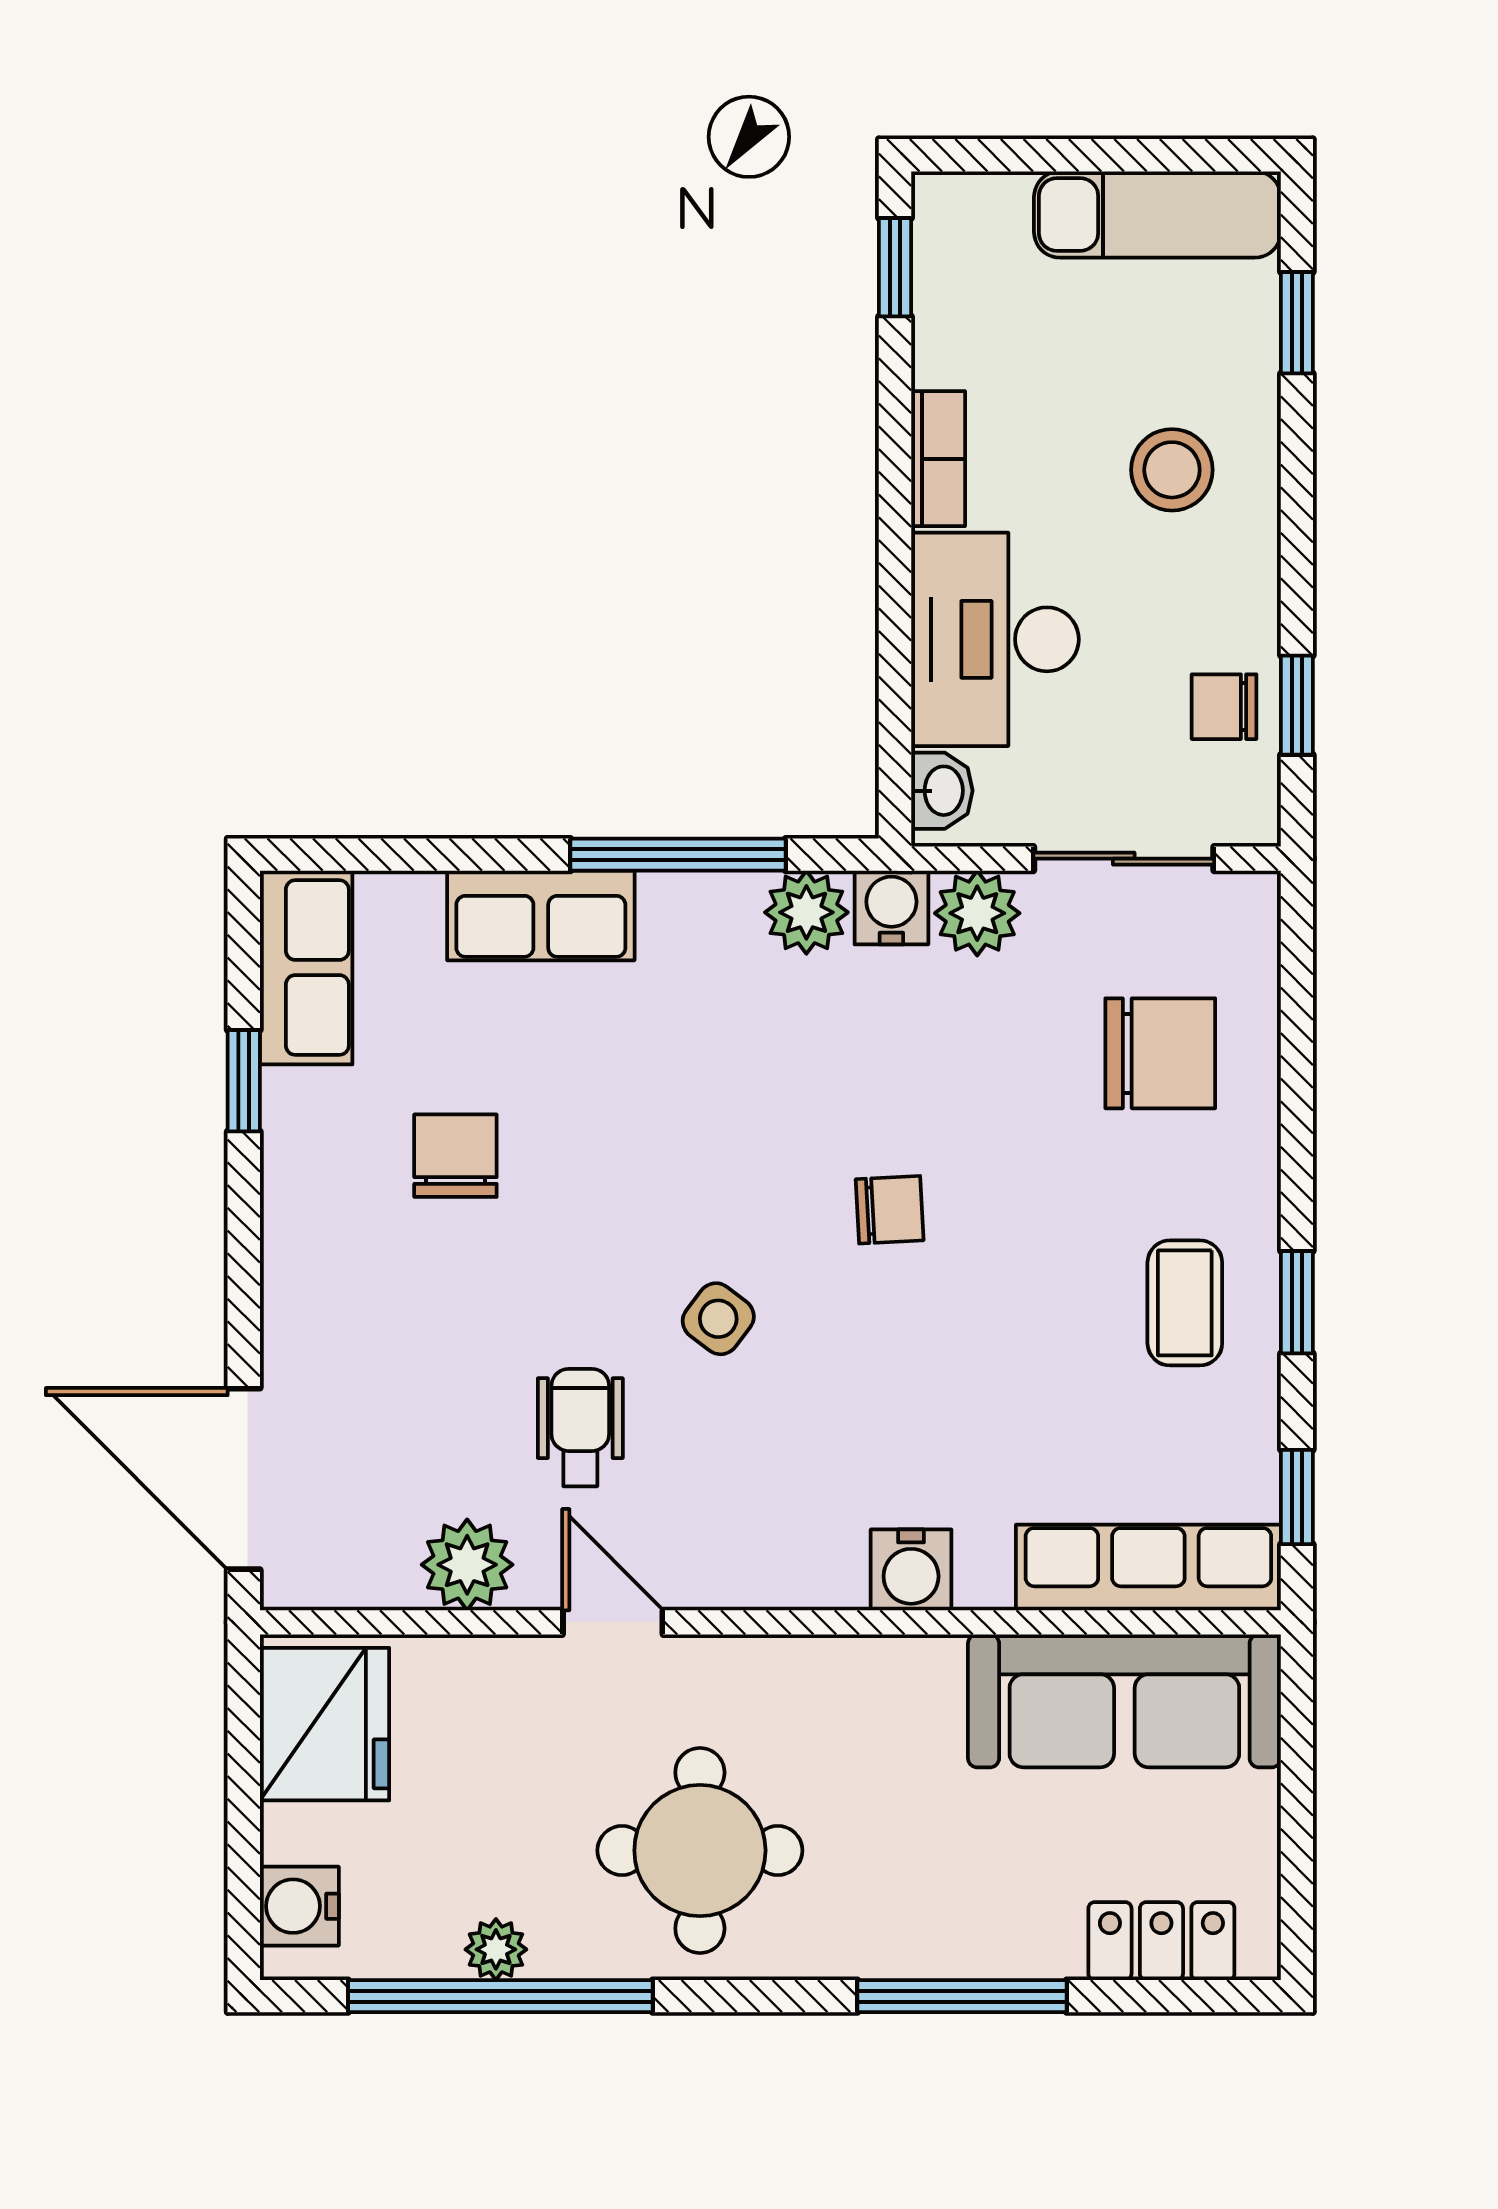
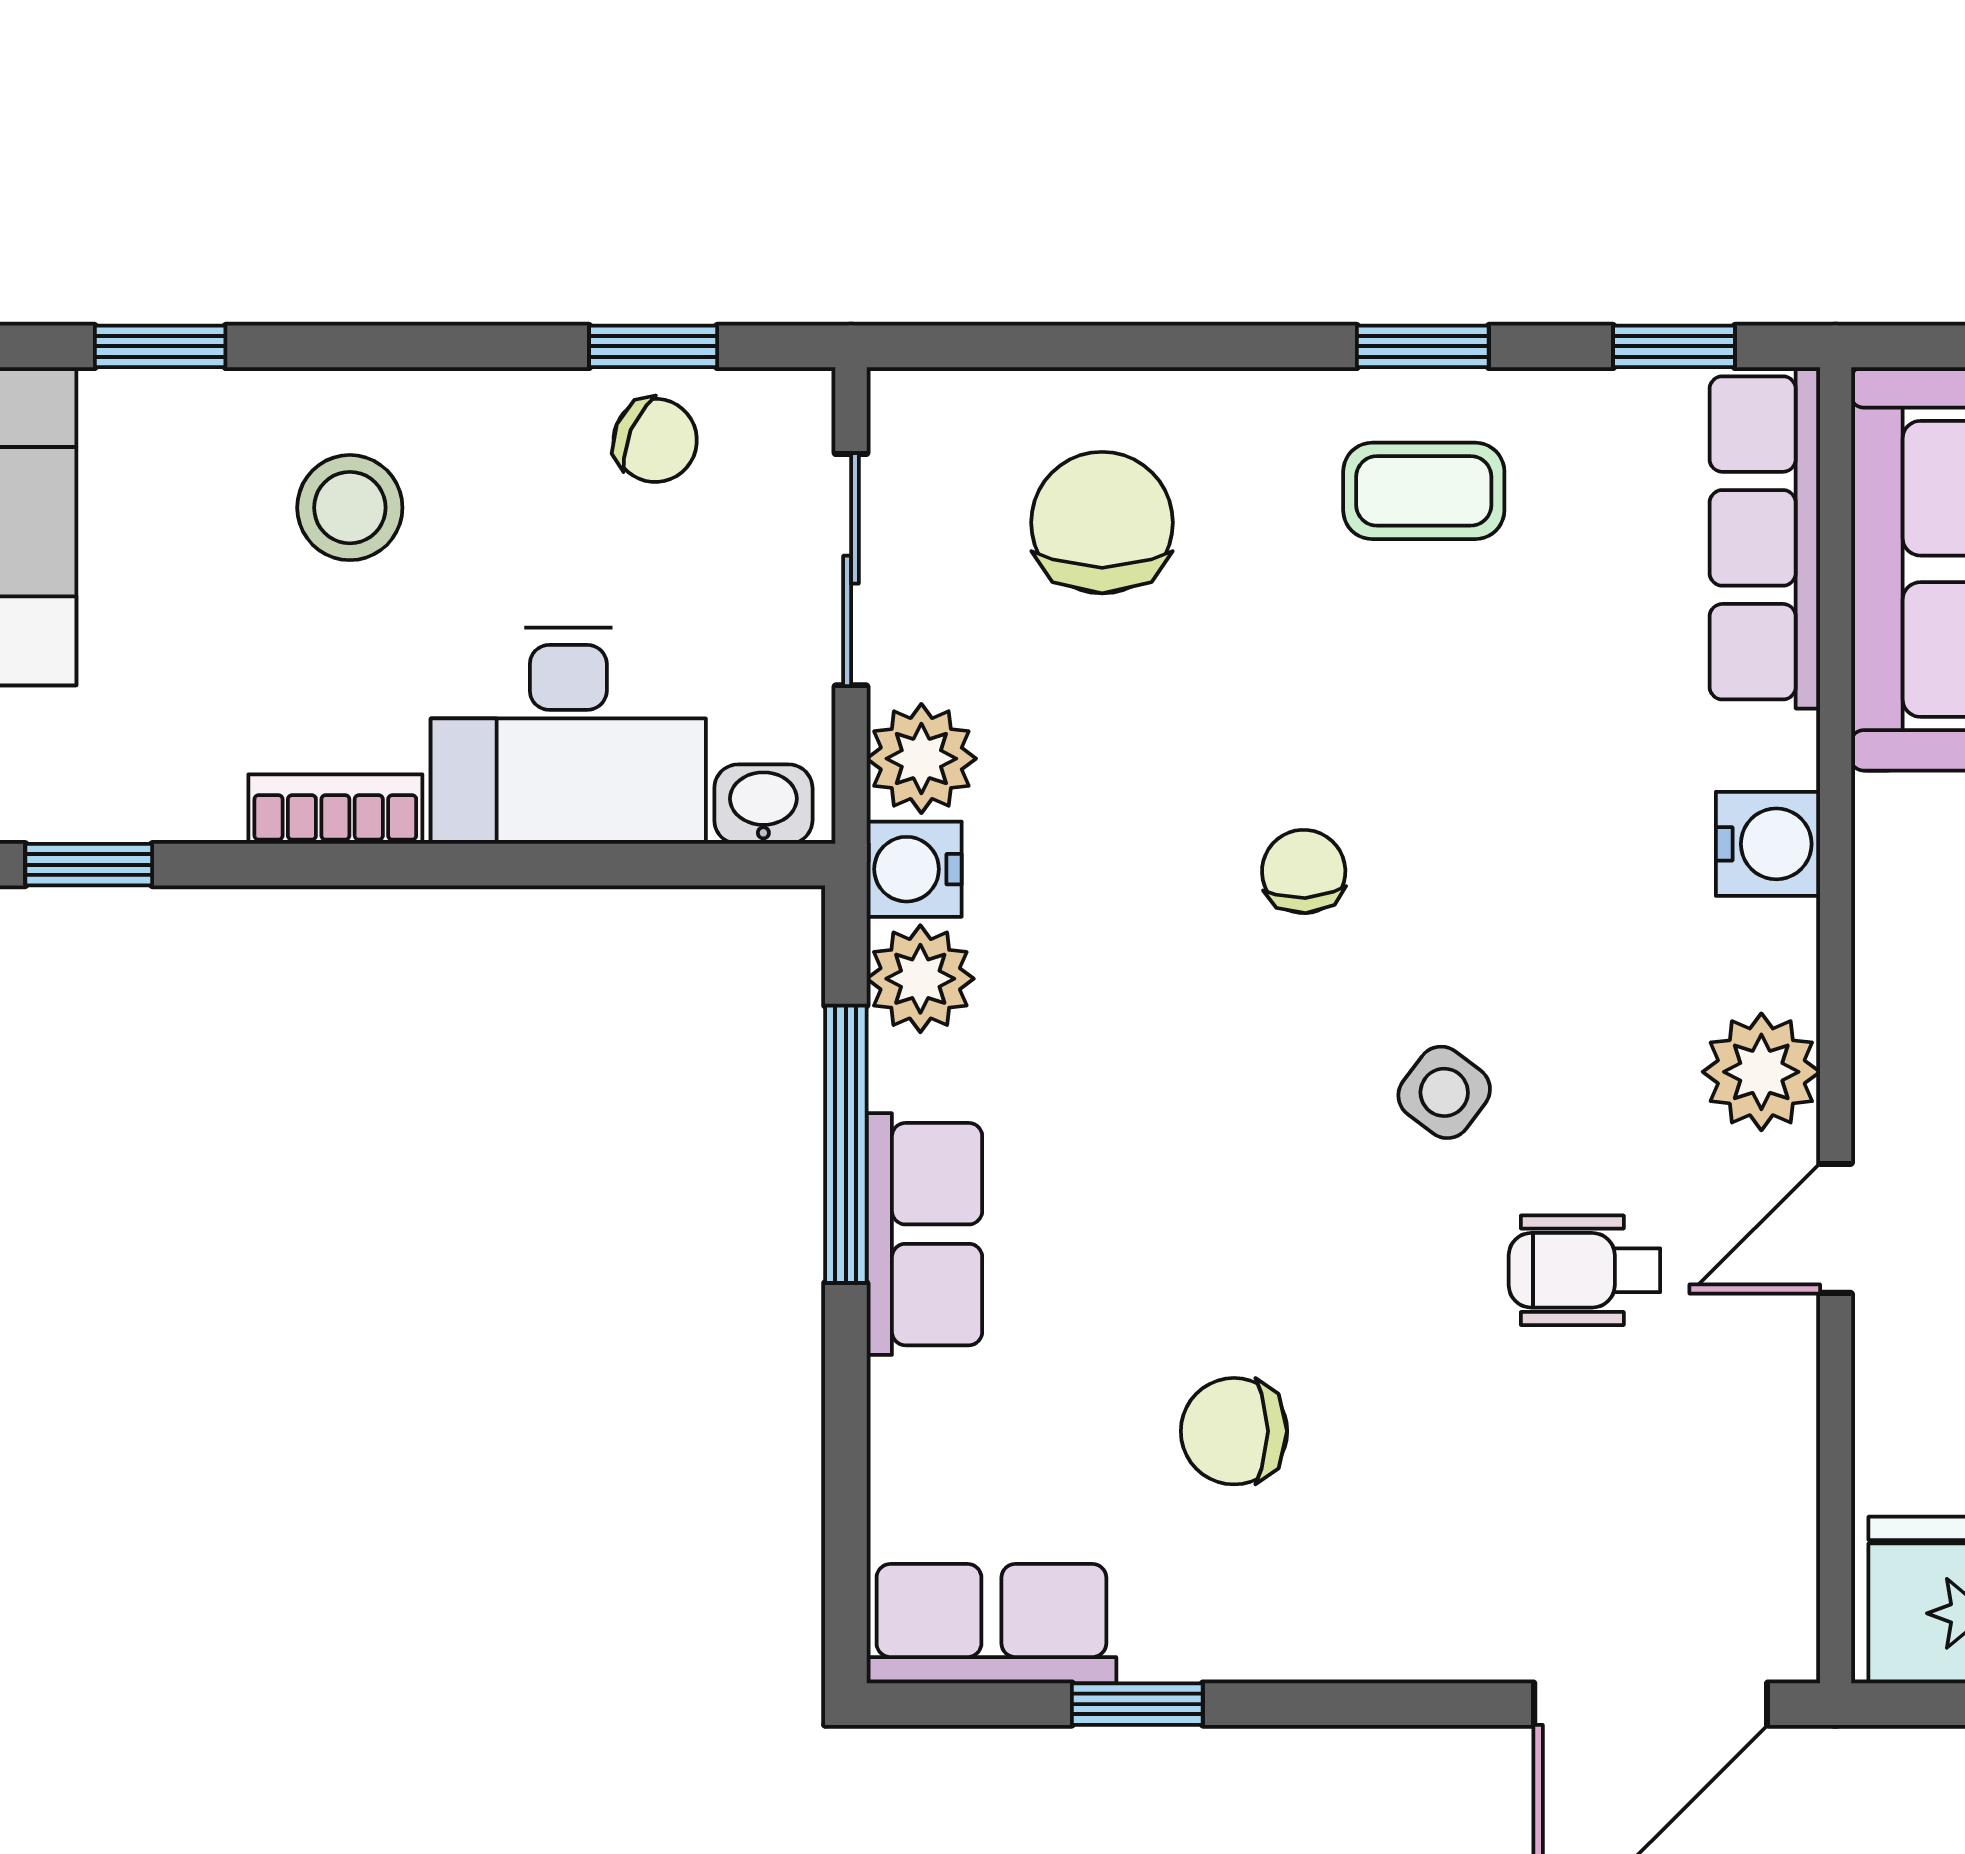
chair: (1224, 707) -> (655, 440), turned -67
row of seats: (541, 916) -> (924, 1234), moved
plant: (467, 1565) -> (1761, 1072), moved

